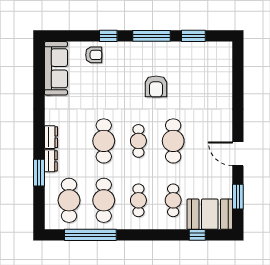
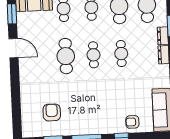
armchair: (156, 86) -> (52, 112), moved
cafe table: (104, 141) -> (121, 54), width x0.73, depth x0.74

